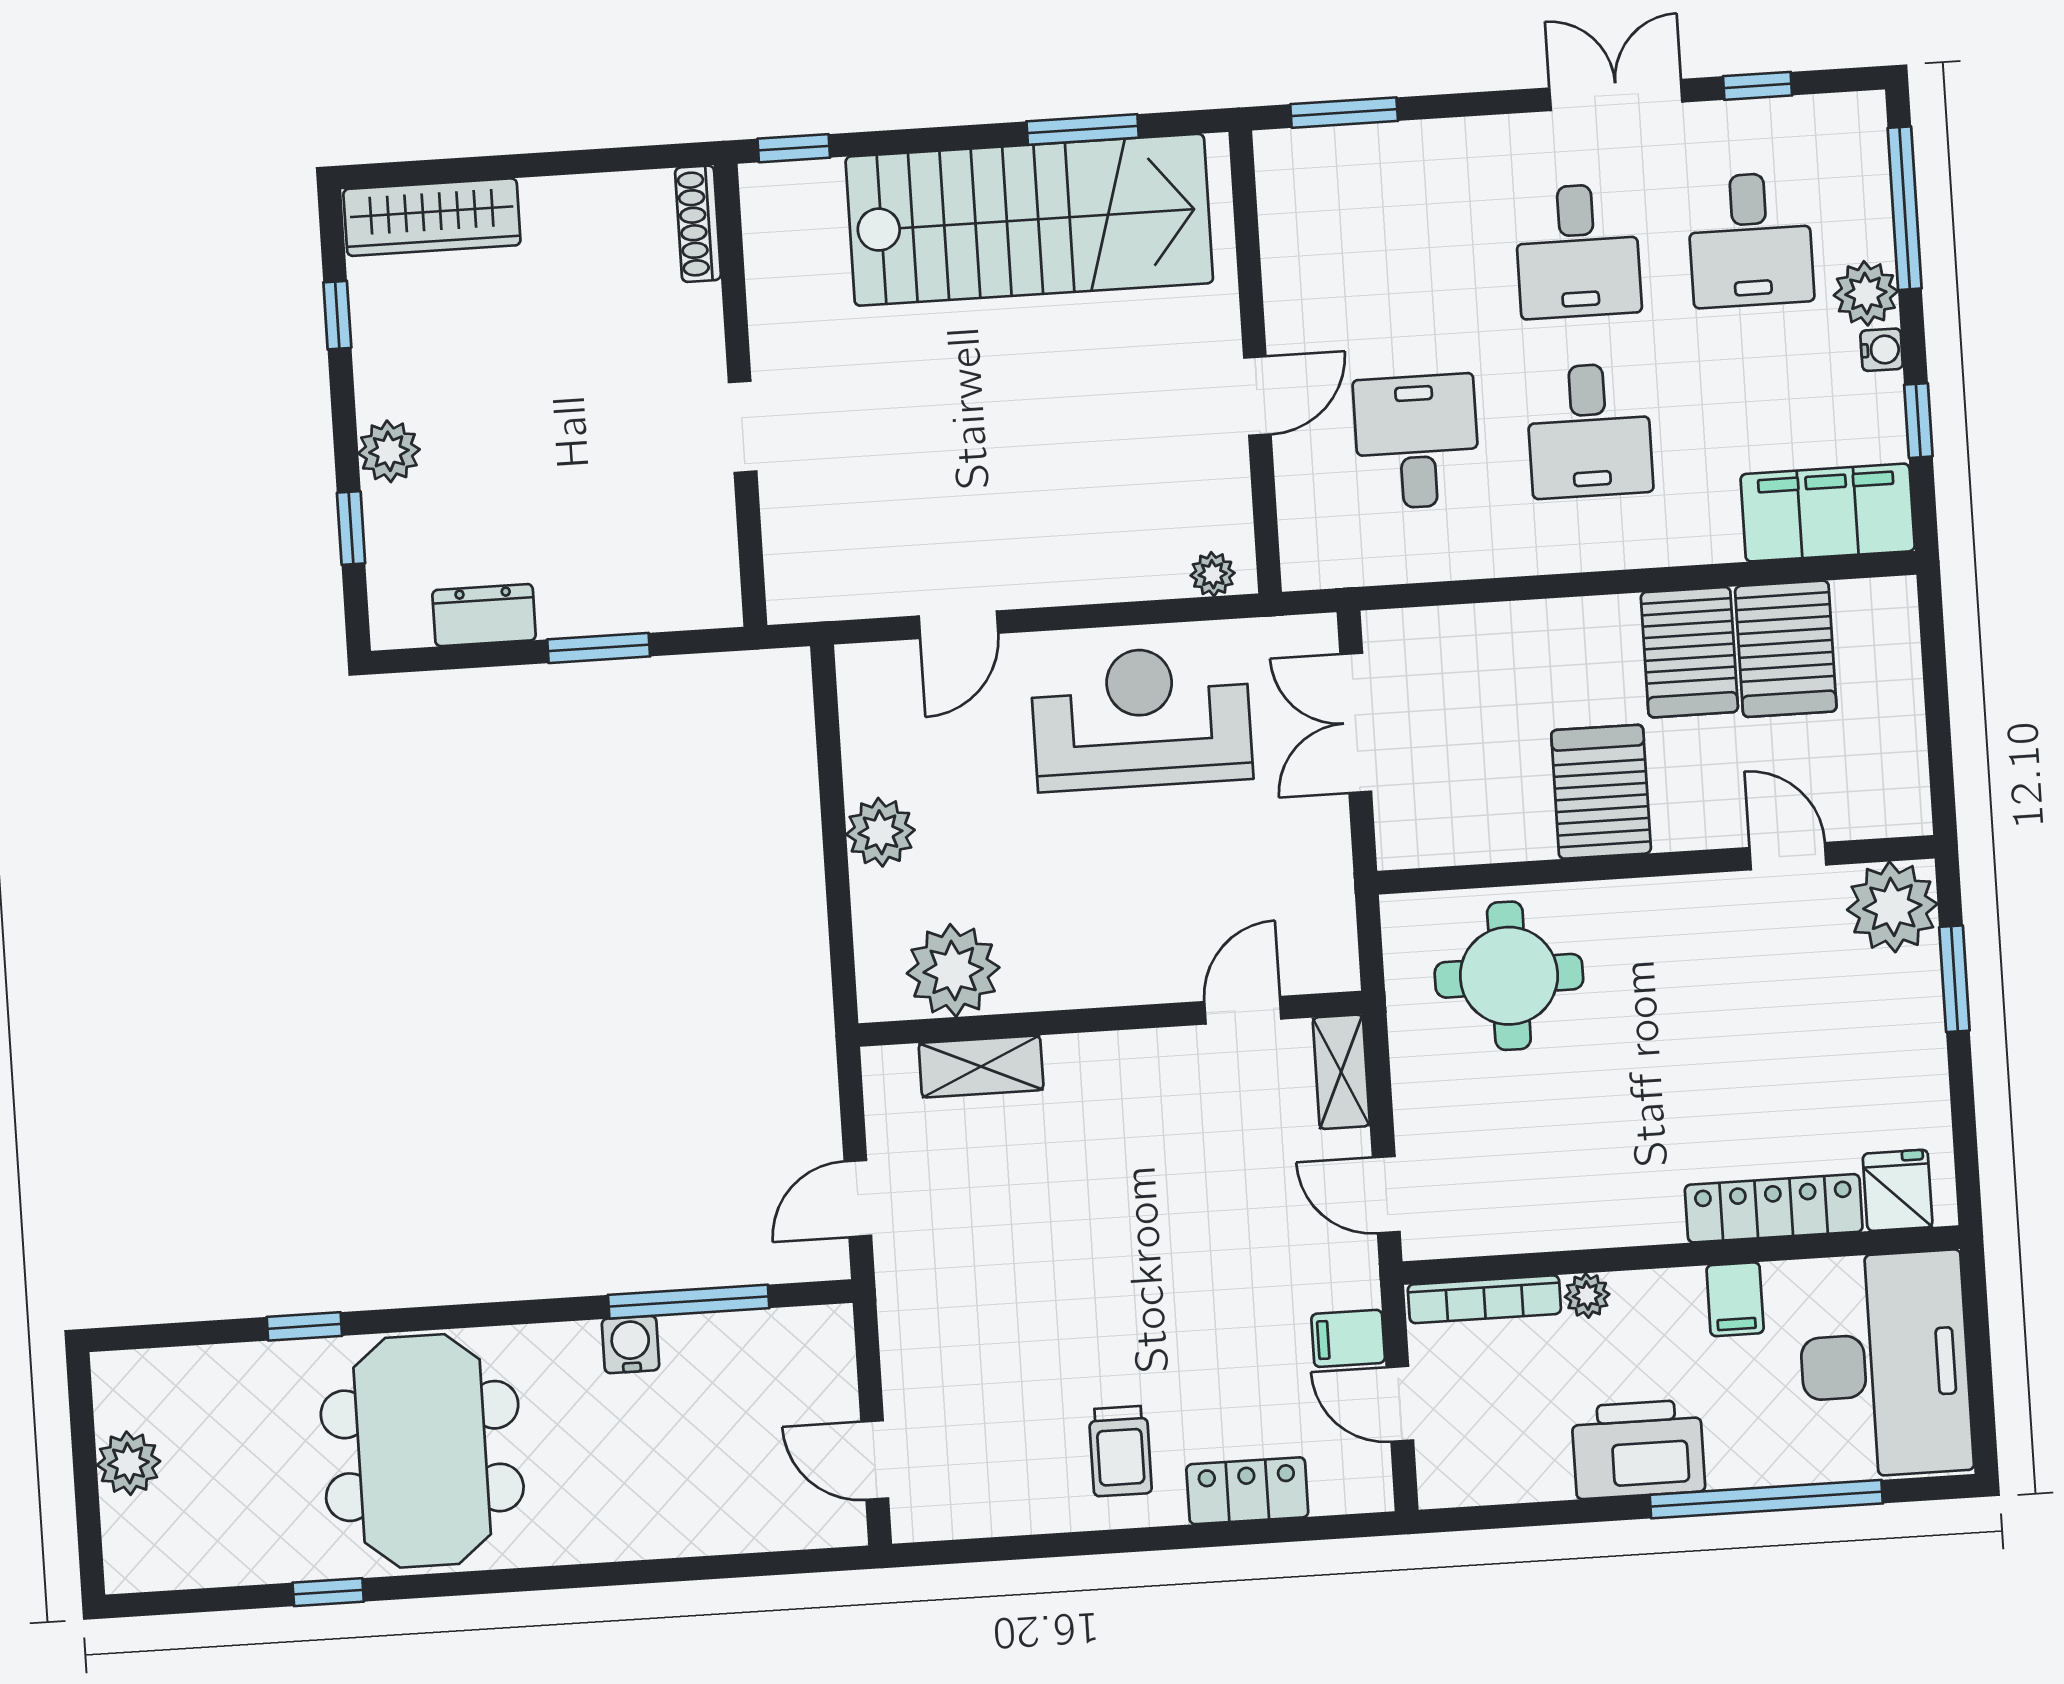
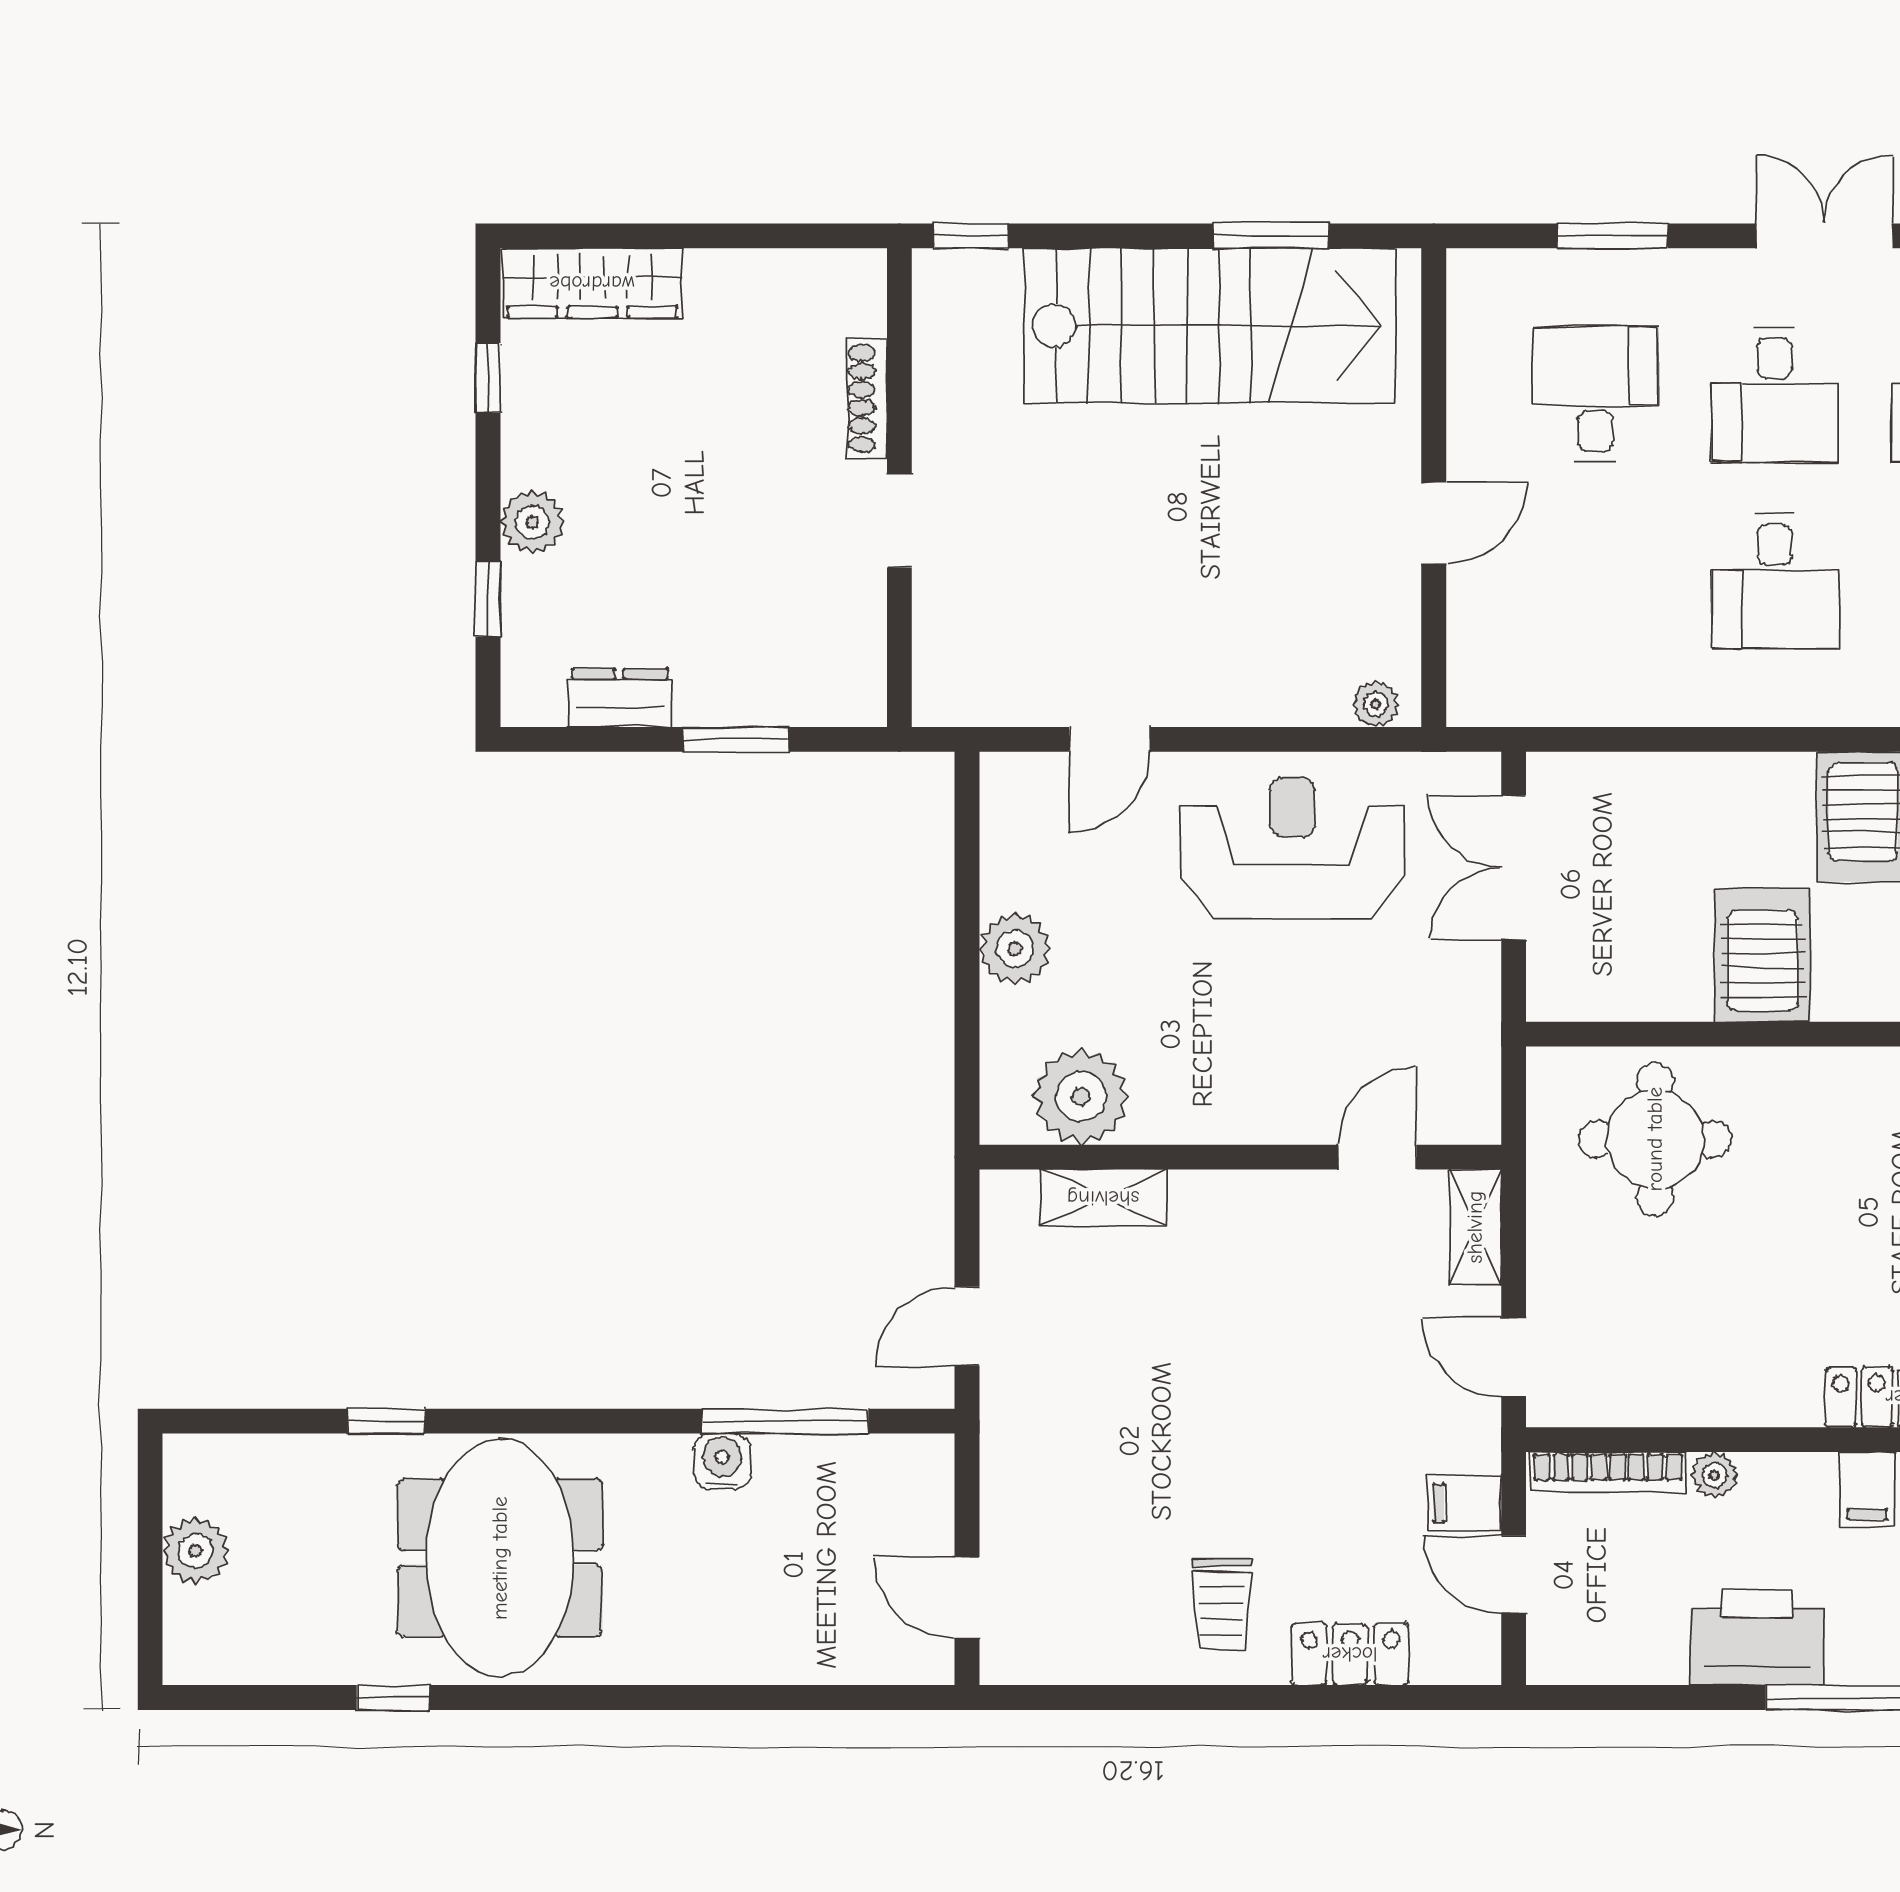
window: (1344, 113) -> (1612, 236), moved
shoe rack: (698, 224) -> (867, 399), moved
desk: (1417, 442) -> (1595, 394), moved

